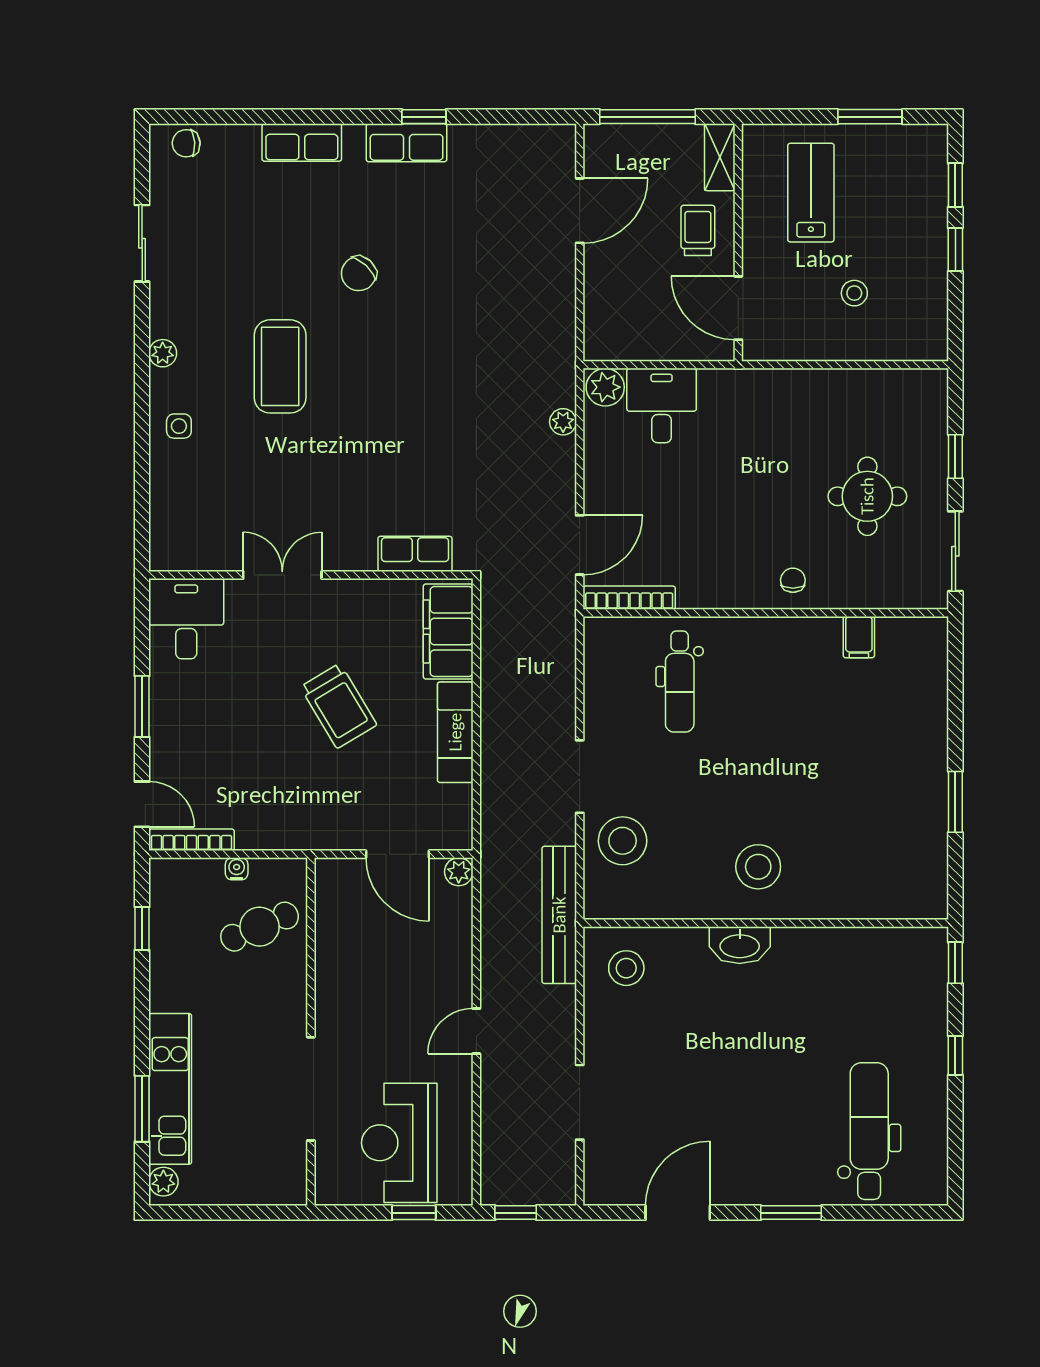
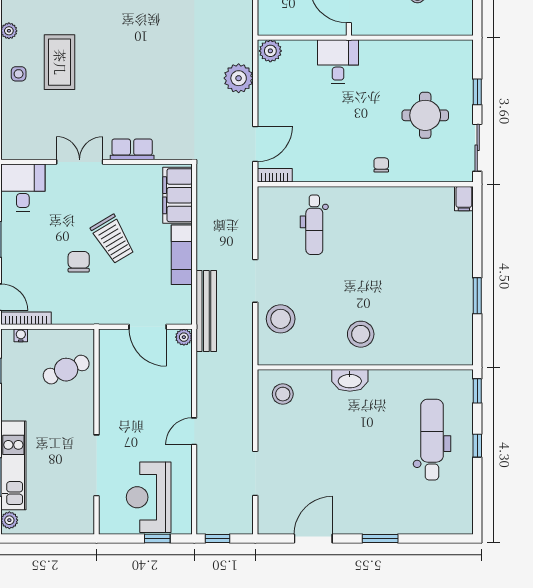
coffee table: (280, 366) -> (60, 62), moved
desk: (662, 406) -> (338, 62), moved
plant: (563, 422) -> (239, 78), width x1.87, depth x1.87
row of seats: (415, 554) -> (132, 149), moved
bookcase: (629, 598) -> (275, 175), width x0.64
filing cabinet: (859, 637) -> (464, 199), moved
chair: (281, 744) -> (79, 262), added
water cooler: (237, 869) -> (21, 335), moved
bench: (559, 915) -> (206, 311), moved
dental chair: (869, 1131) -> (432, 440), moved

